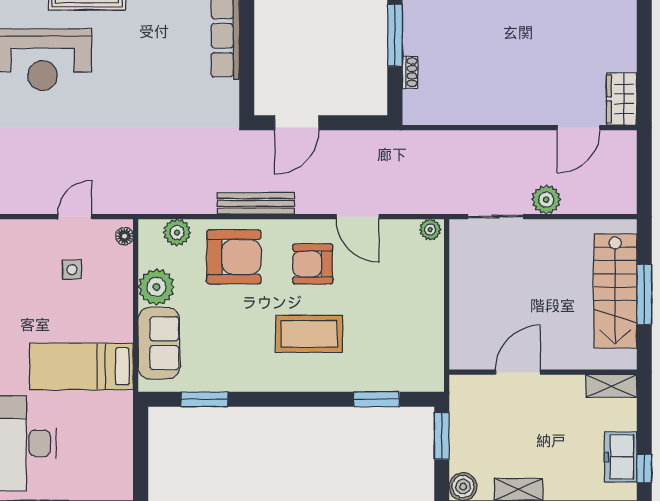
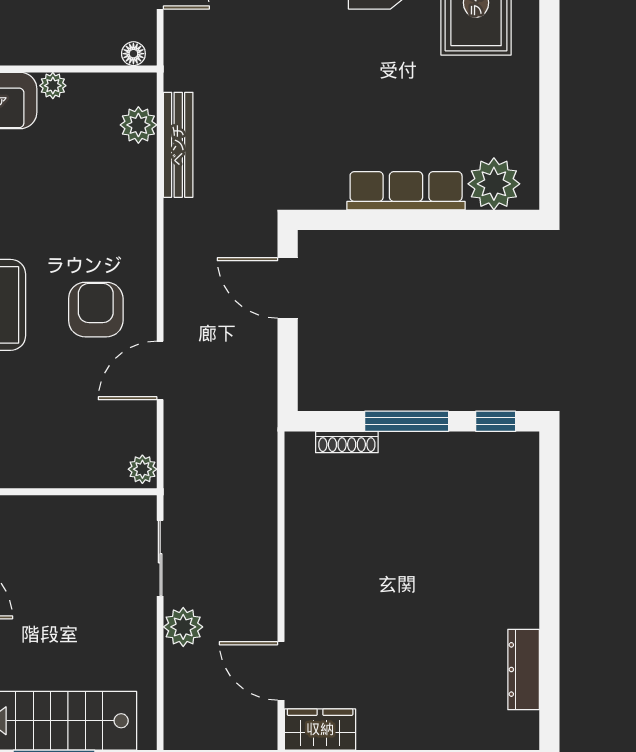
shoe rack: (410, 72) -> (347, 442), width x1.43
bench: (256, 203) -> (178, 145), moved
armchair: (234, 257) -> (105, 202), removed
plant: (156, 287) -> (53, 86), width x0.53, depth x0.53

